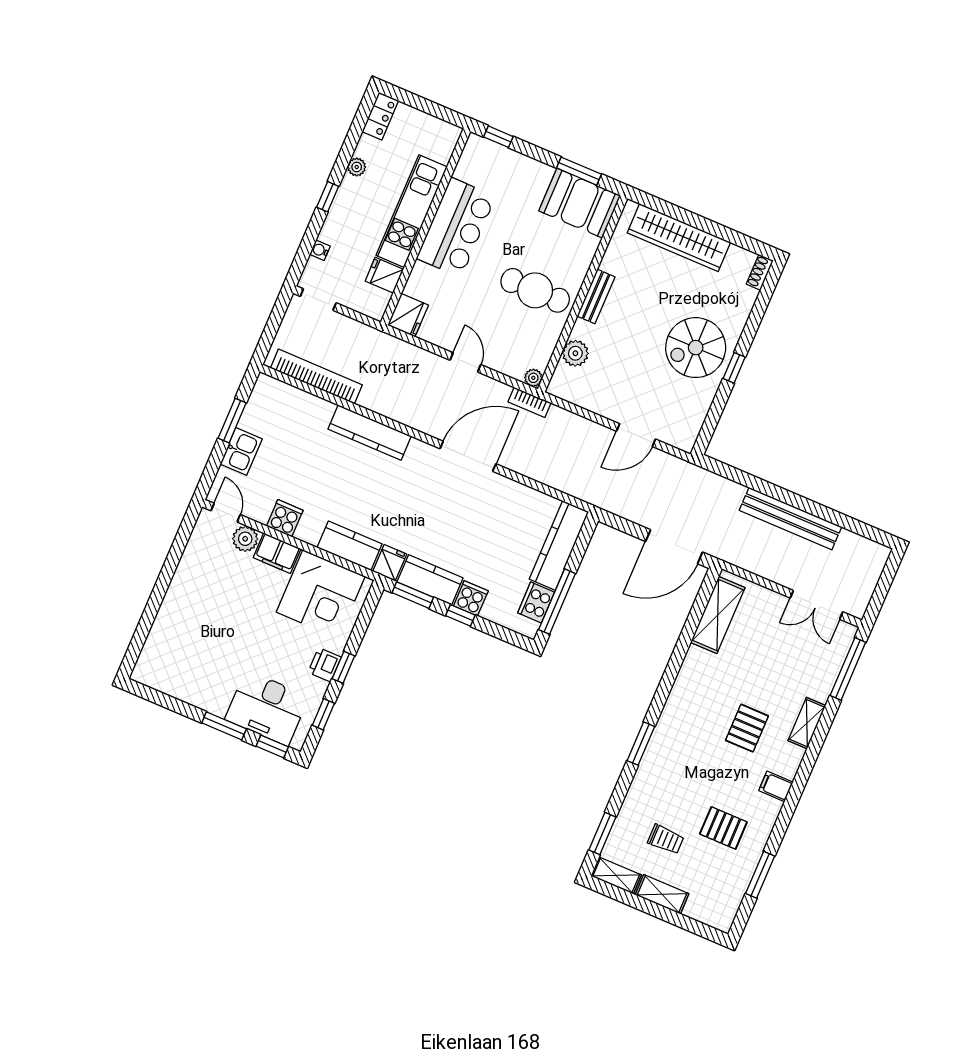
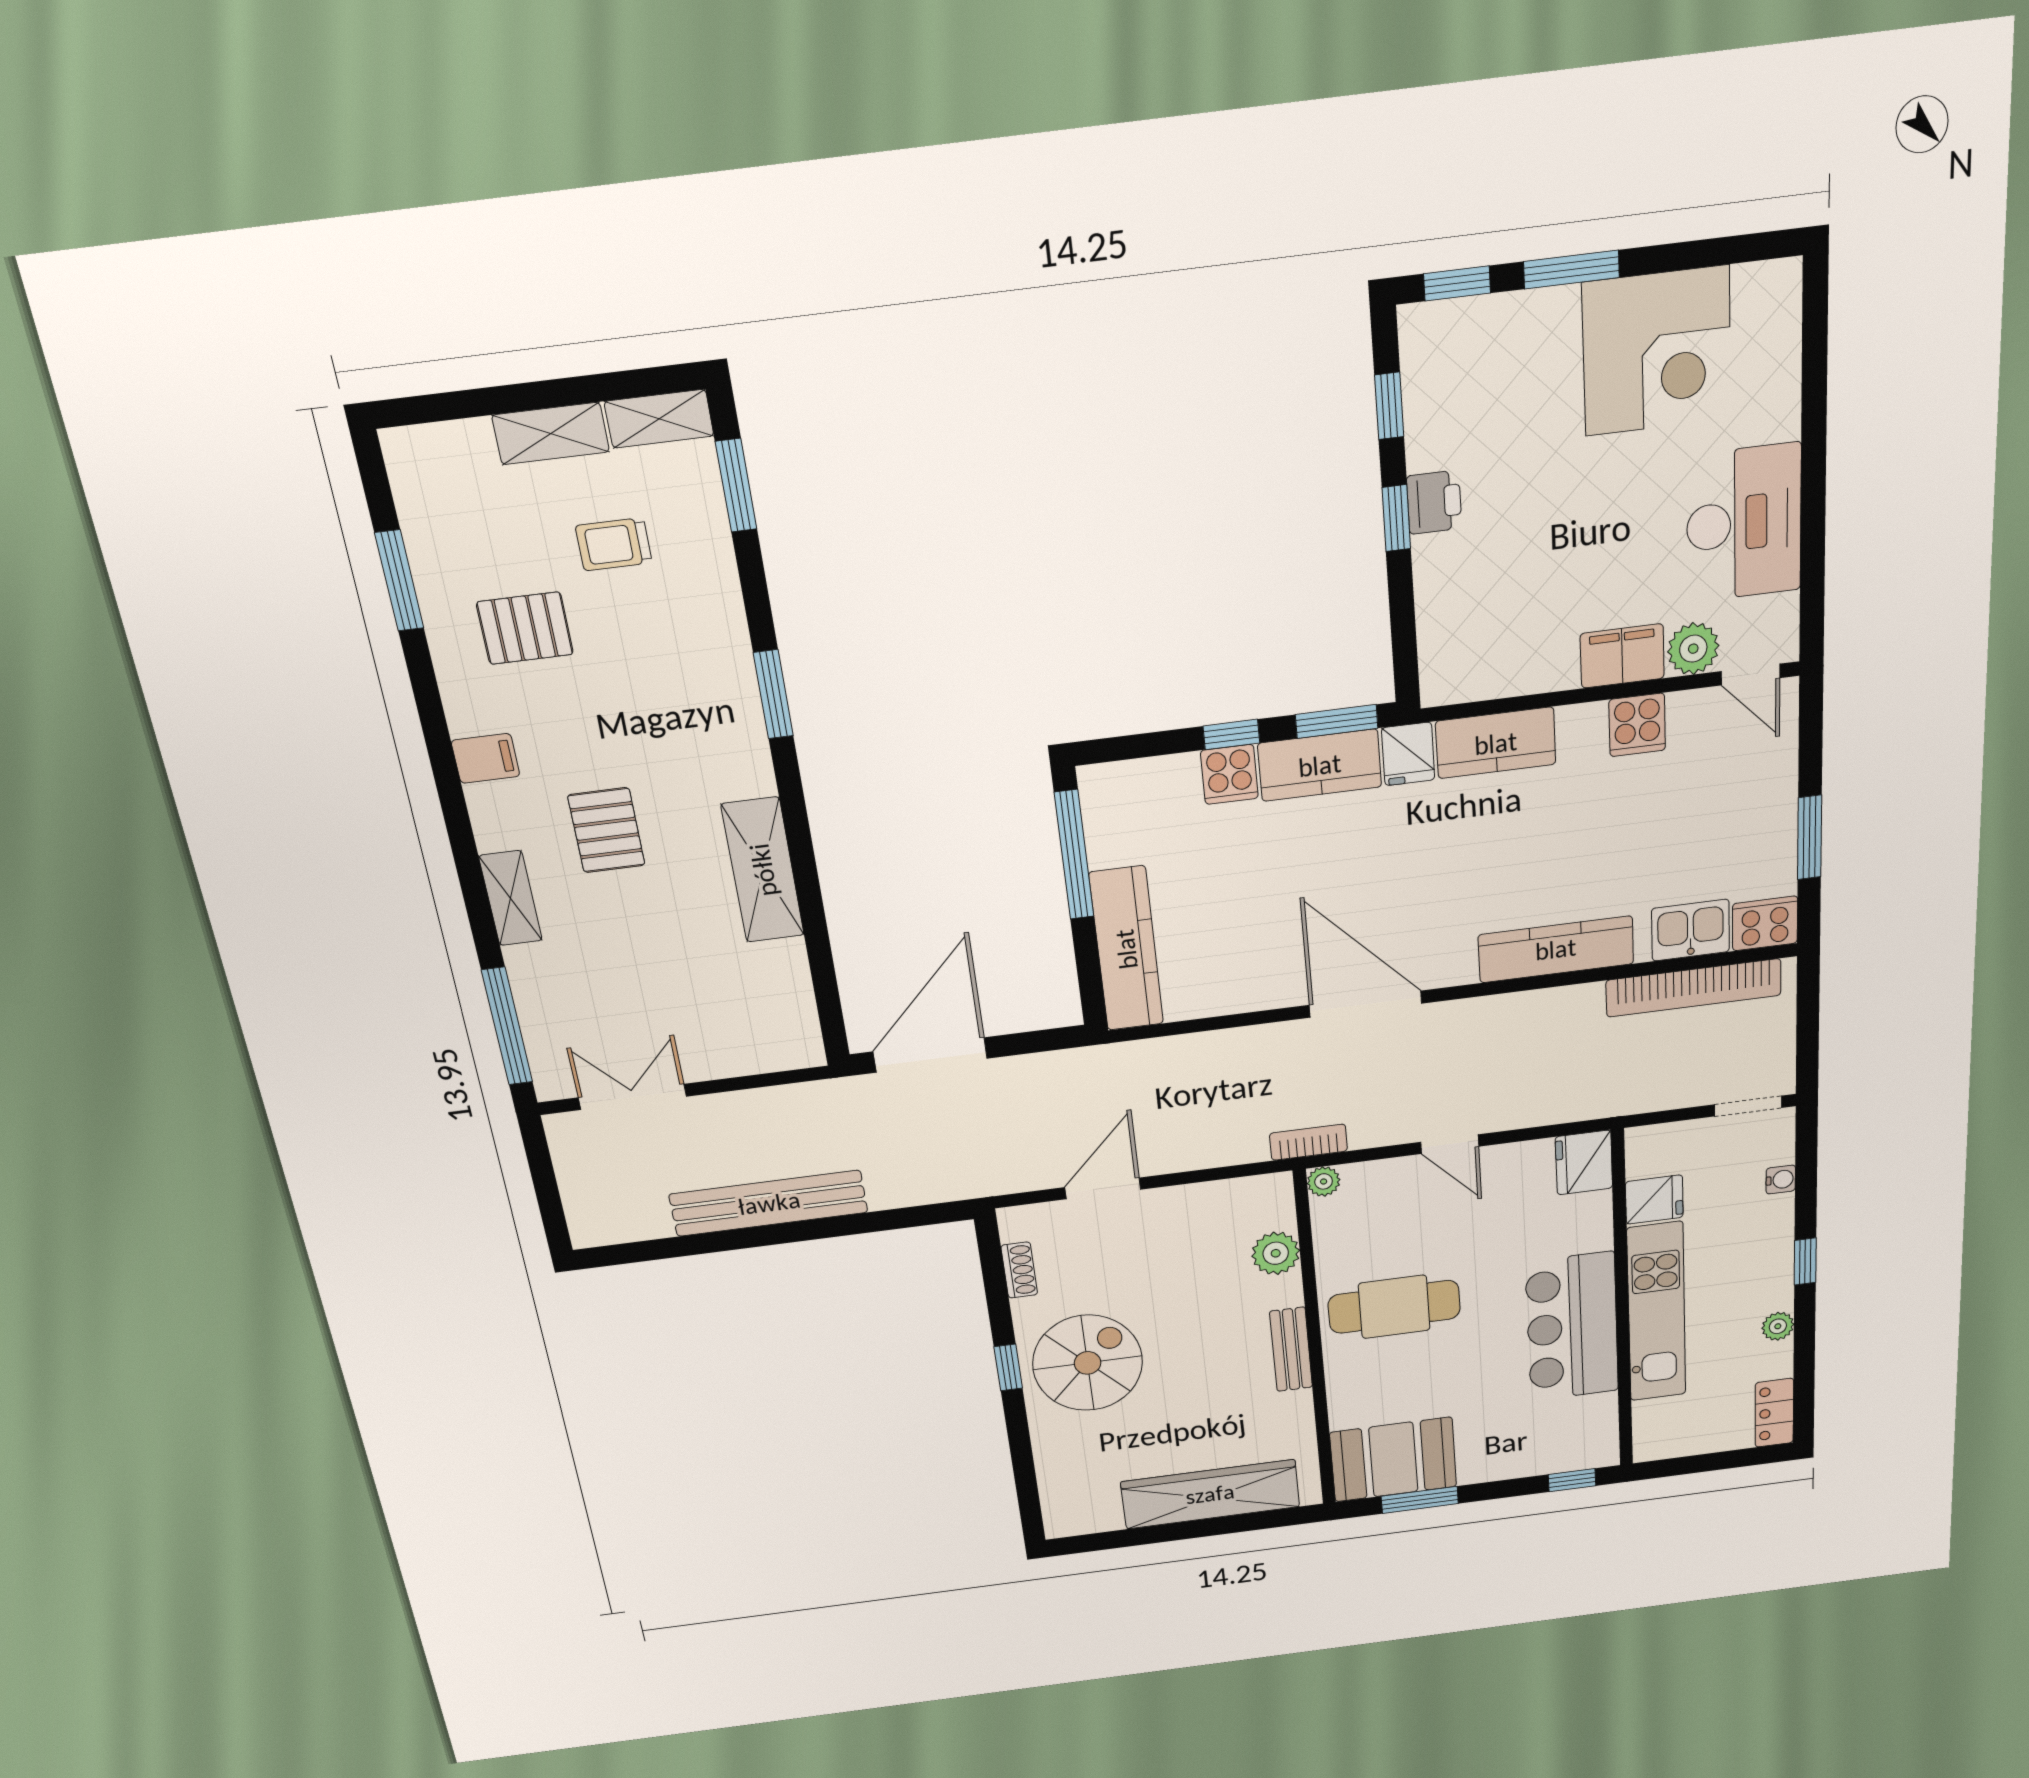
shoe rack: (760, 272) -> (1019, 1270), moved
kitchen sink: (241, 451) -> (1691, 930), moved, turned 90
door: (468, 456) -> (1365, 1004), swing flipped
corner desk: (321, 594) -> (1657, 351), moved, turned 180
cooker: (536, 602) -> (1765, 923), moved, turned -90
shelving: (718, 615) -> (763, 870), moved
desk: (267, 708) -> (1744, 523), moved, turned 90

